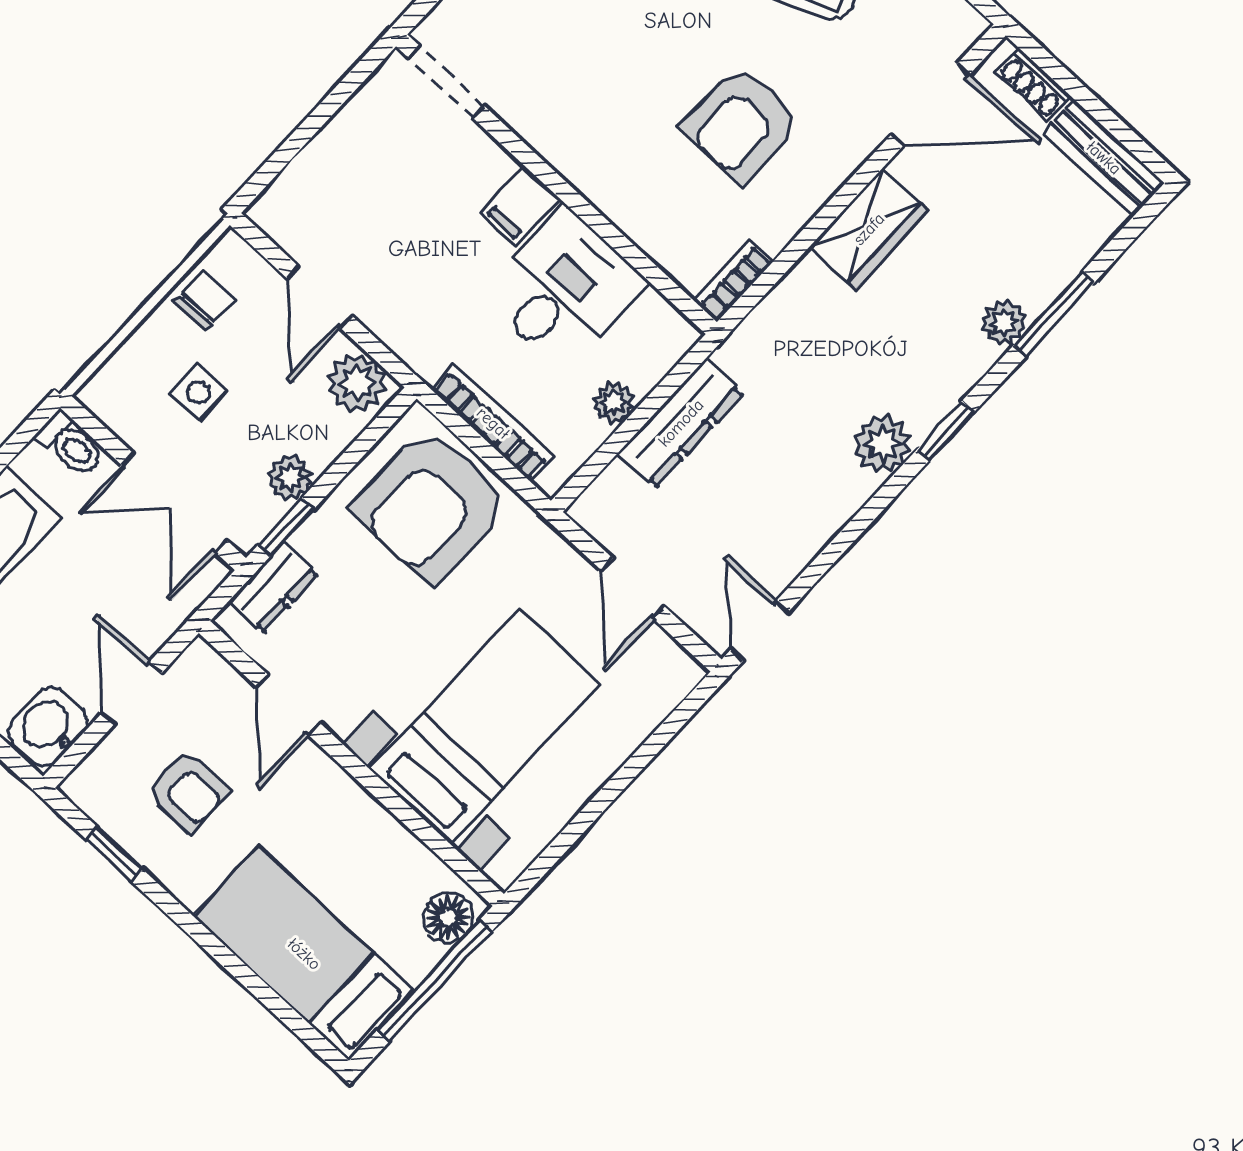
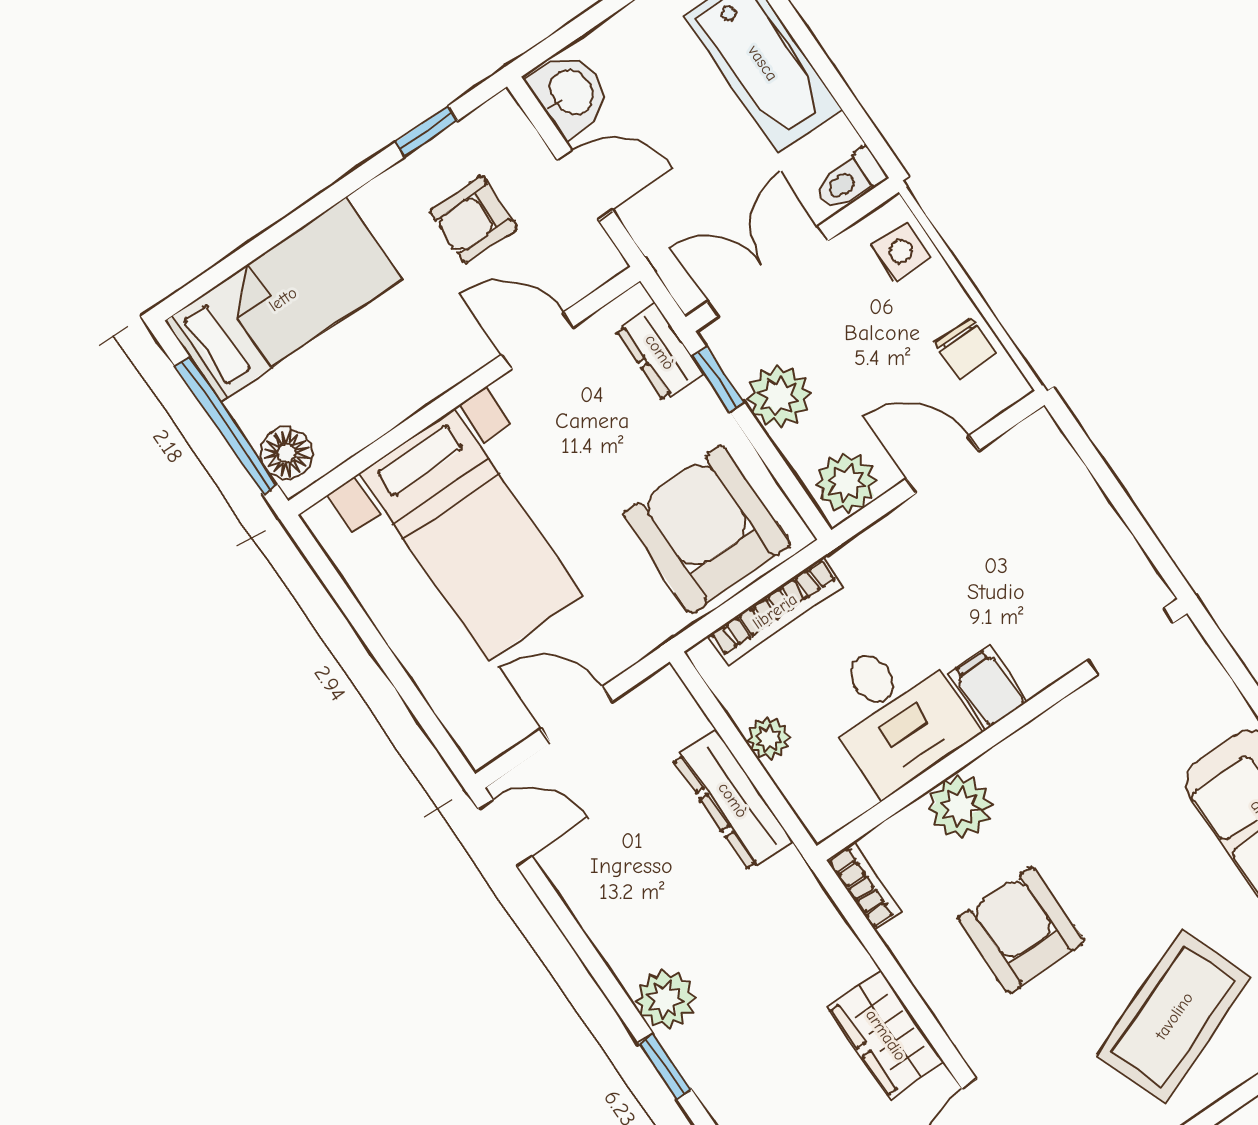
plant: (638, 207) -> (960, 807), added
side table: (198, 393) -> (900, 251), moved
plant: (290, 478) -> (779, 396), width x1.38, depth x1.38

